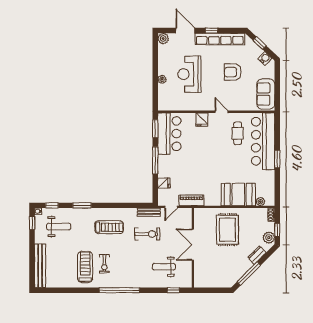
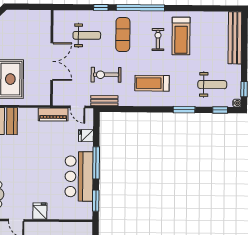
bar counter: (169, 134) -> (79, 176), moved
door: (171, 207) -> (78, 107), swing flipped
weight bench: (59, 227) -> (212, 85), turned 180
exercise mat: (134, 268) -> (123, 35), added
window: (173, 290) -> (101, 7), moved

